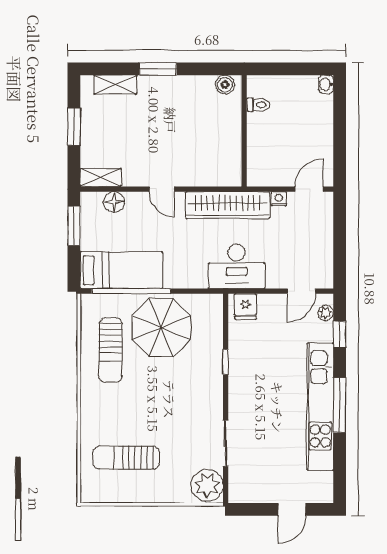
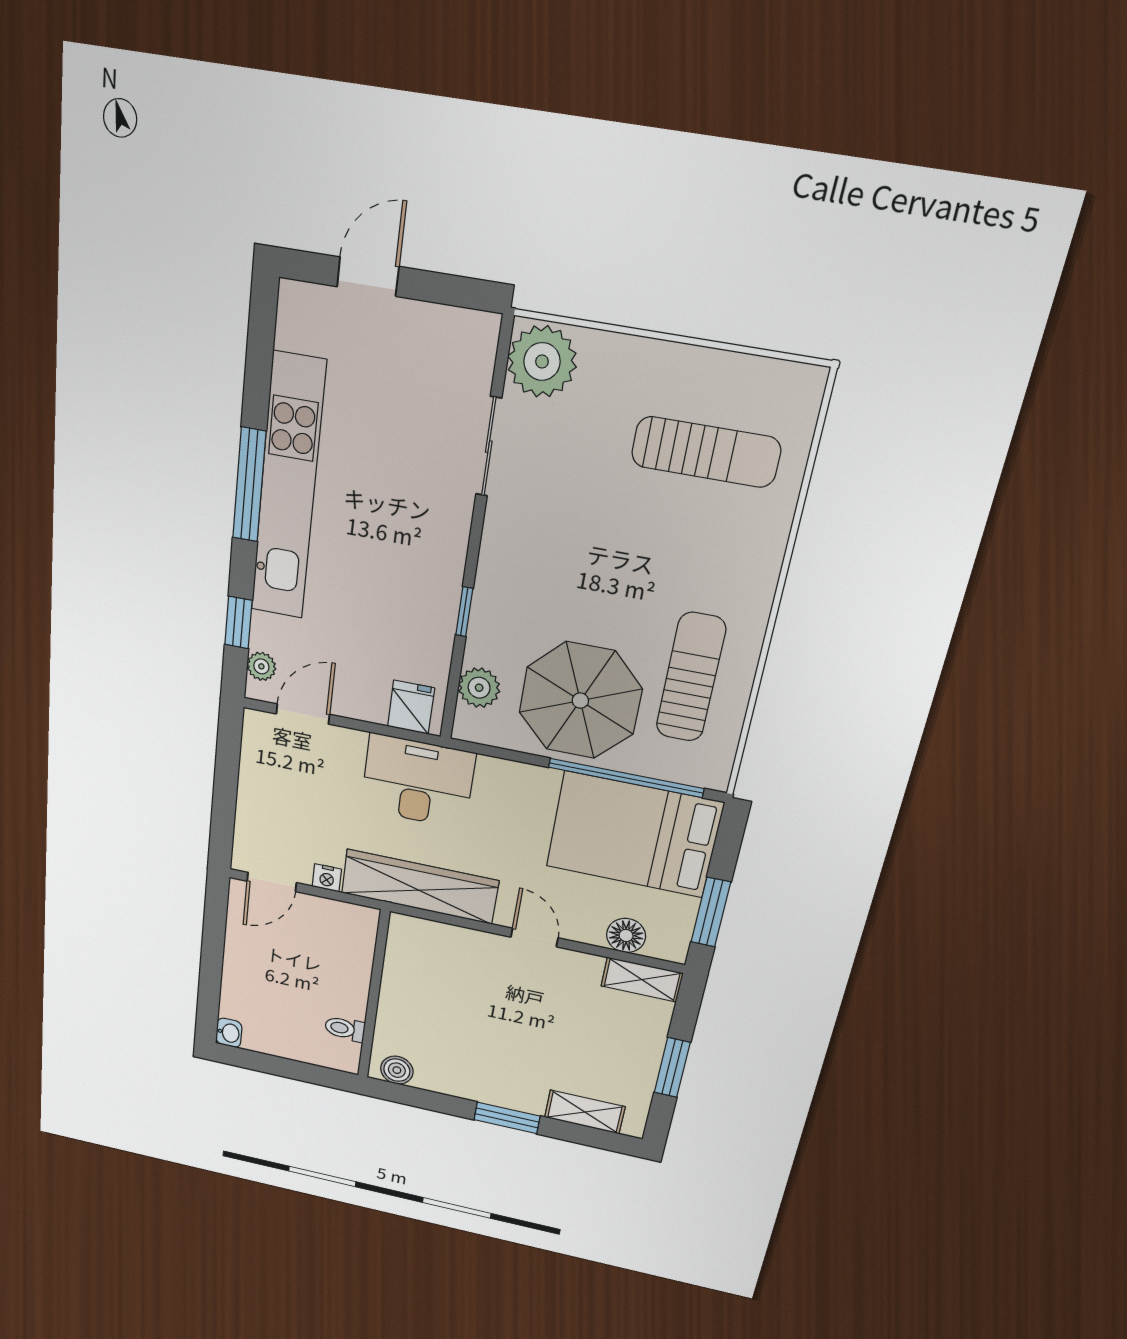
bed: (121, 270) -> (634, 835), width x1.50
plant: (212, 324) -> (479, 688), added

